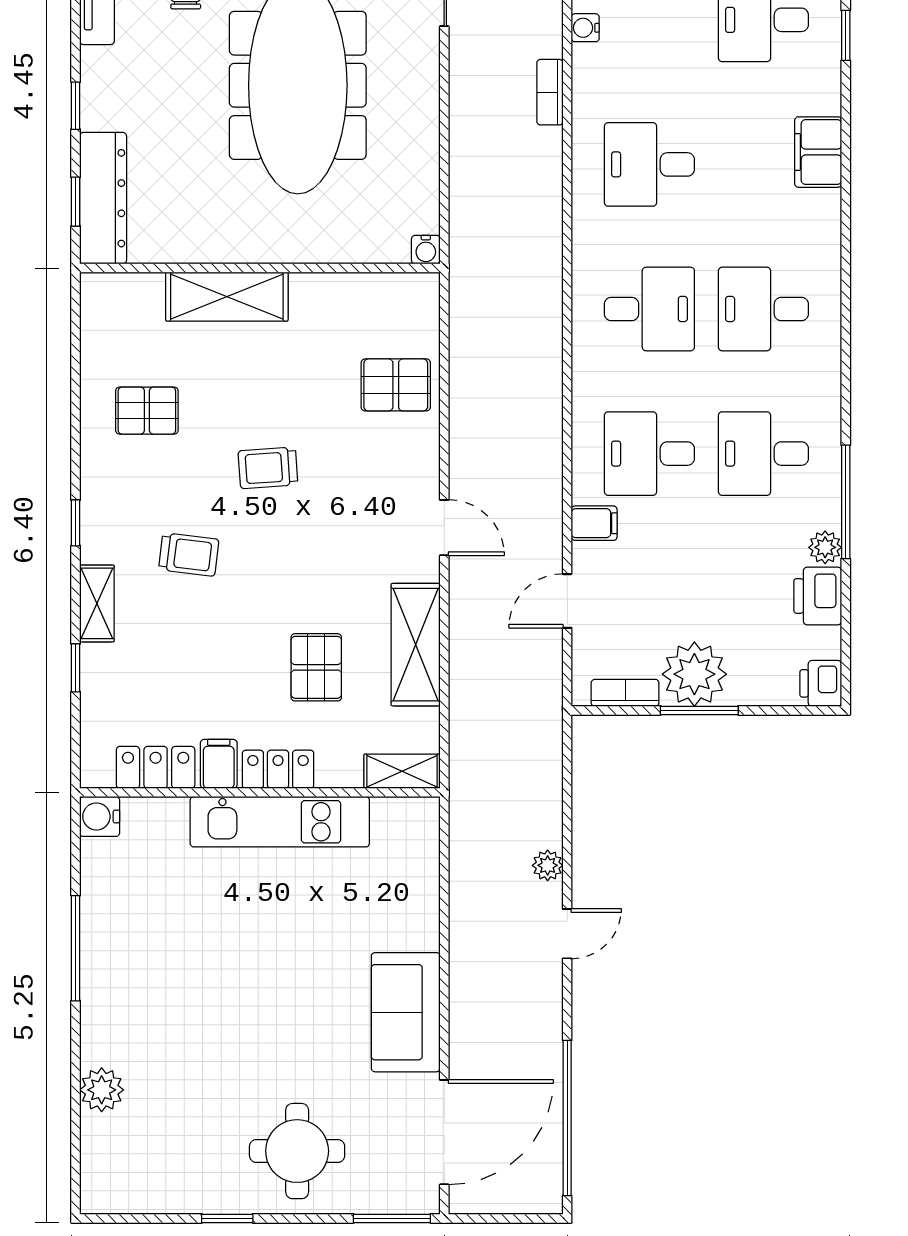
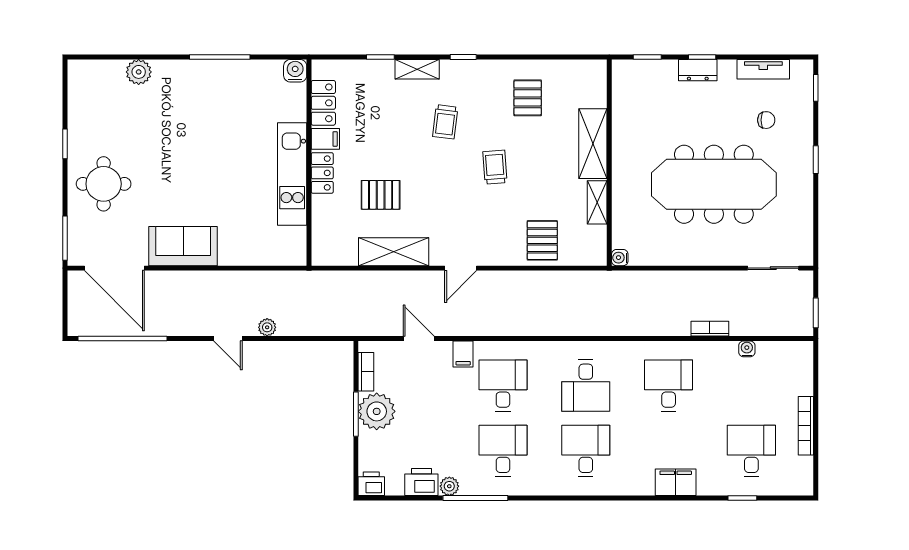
dresser: (103, 198) -> (698, 70), moved, width x0.51, depth x0.80
shelving: (402, 771) -> (597, 202), moved

